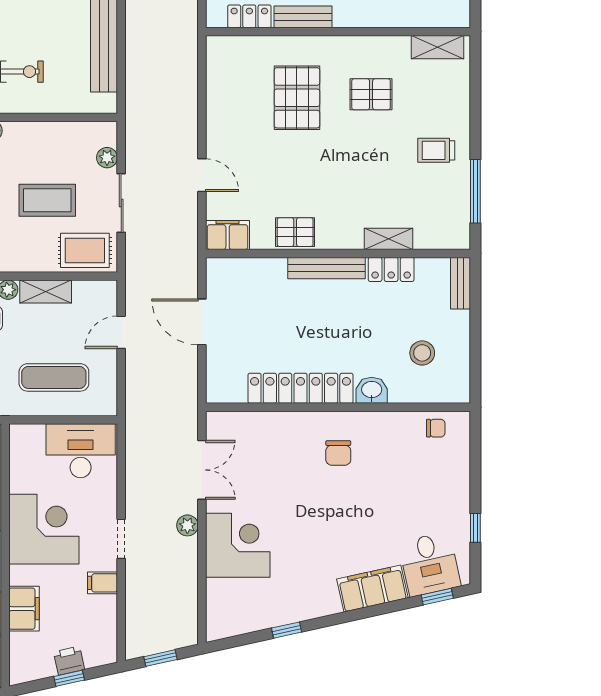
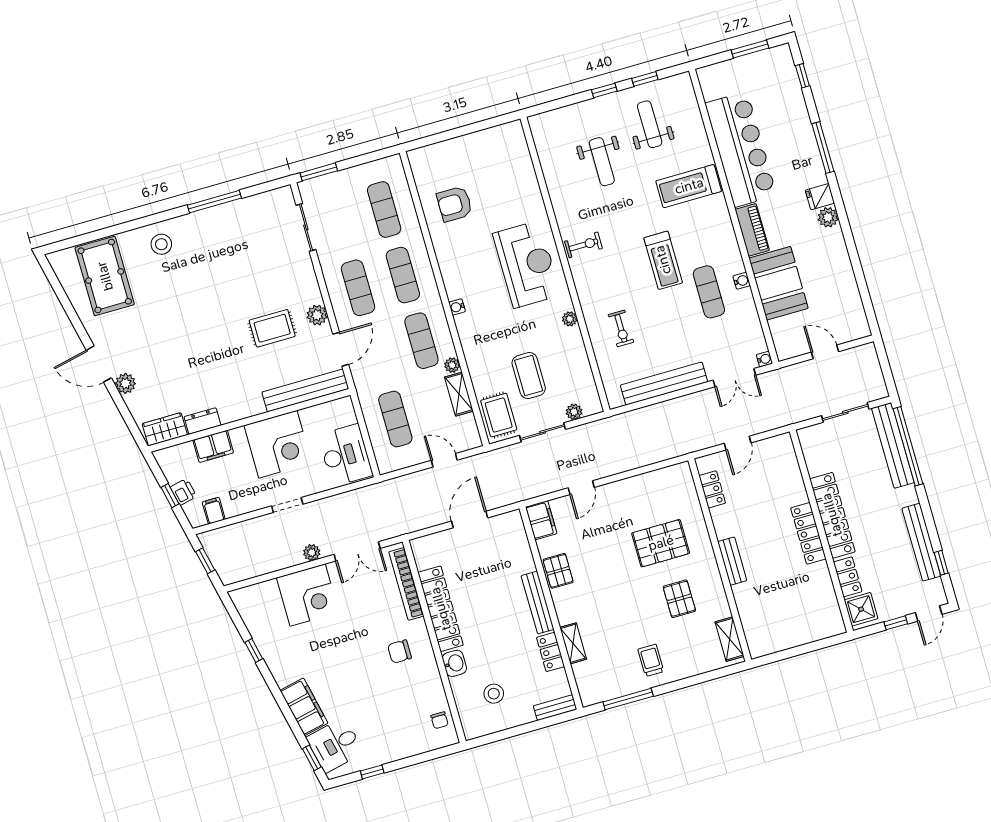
bench: (303, 17) -> (732, 561), moved
bookcase: (258, 421) -> (406, 584), added
filing cabinet: (103, 583) -> (214, 511), moved

